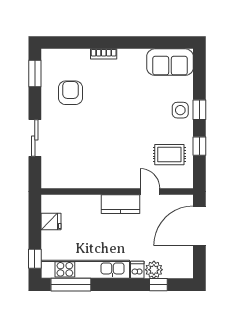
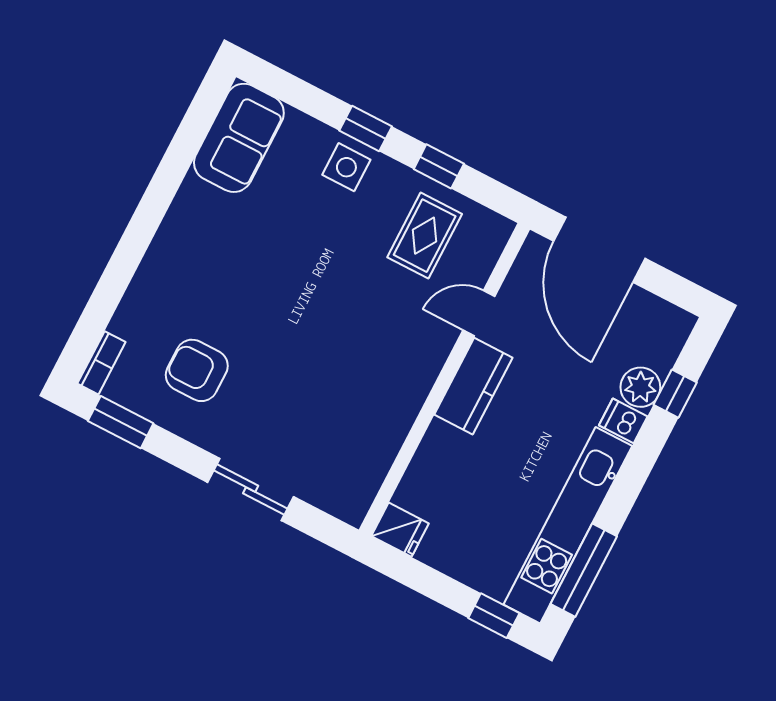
bookcase: (104, 54) -> (101, 363), moved
fridge: (51, 222) -> (400, 530), moved, turned 90

